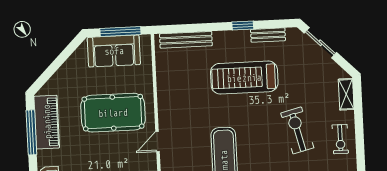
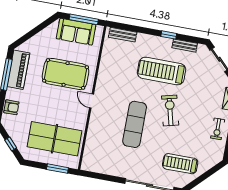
bench: (186, 40) -> (123, 35), width x0.73
exercise bike: (297, 130) -> (170, 111), moved
door: (158, 142) -> (92, 101), hinge flipped

